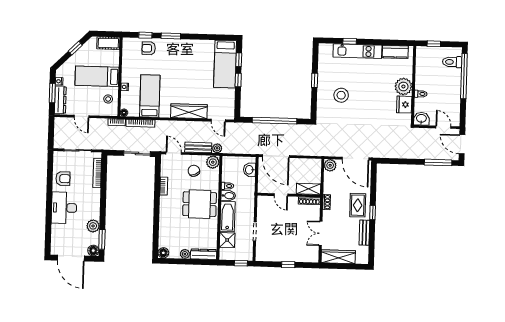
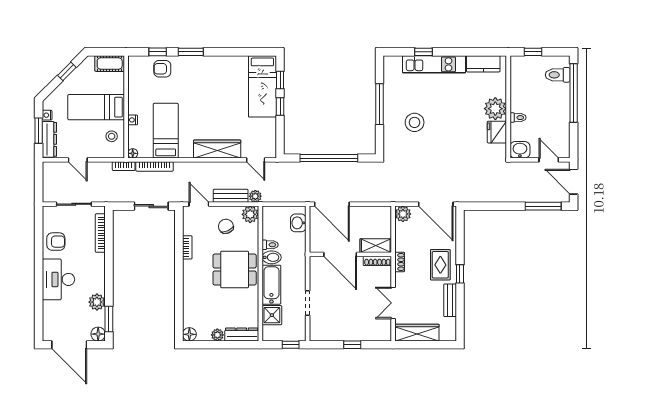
window: (315, 80) -> (379, 104), width x2.17
door: (281, 195) -> (340, 254), width x1.88

